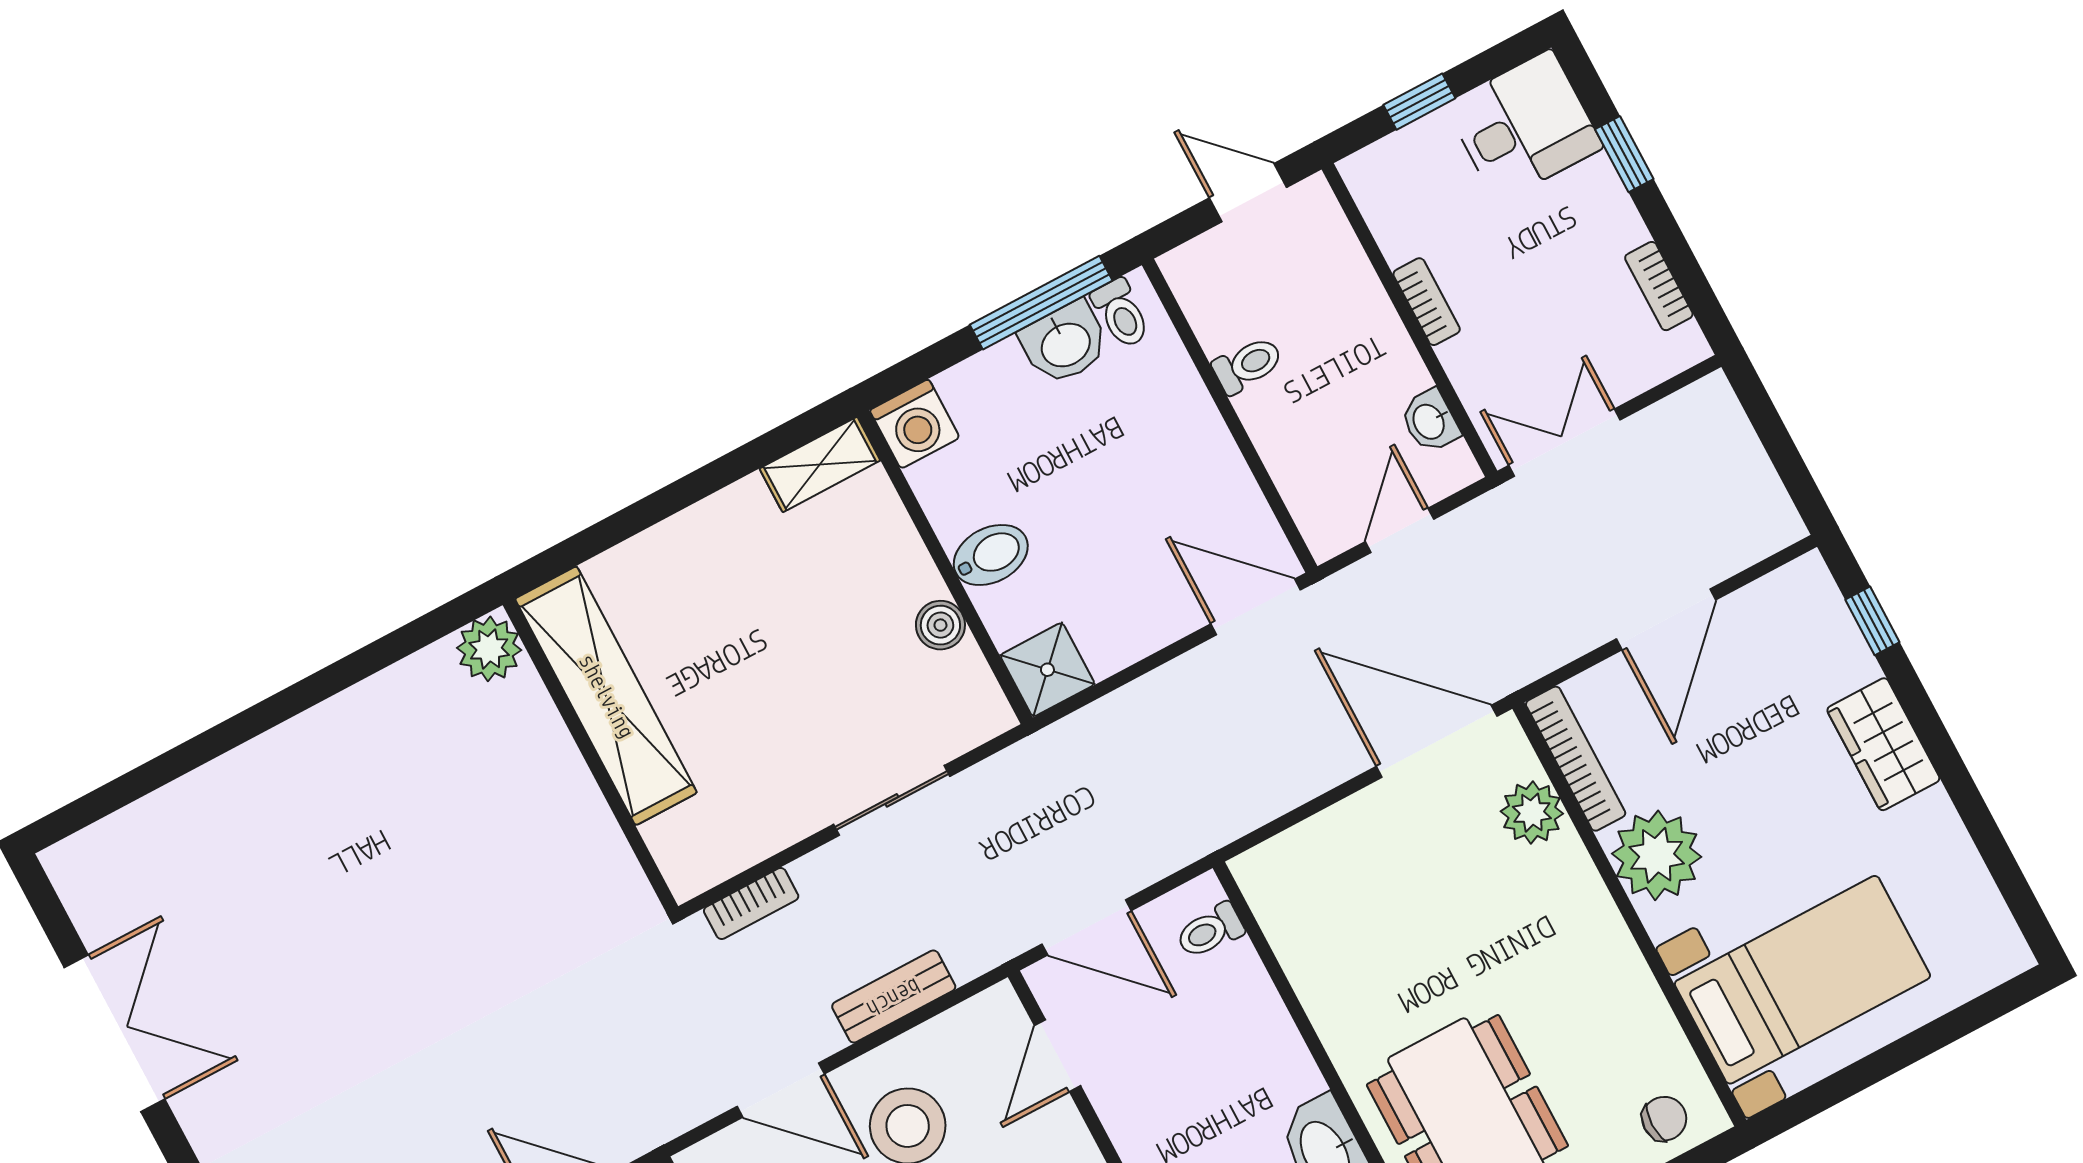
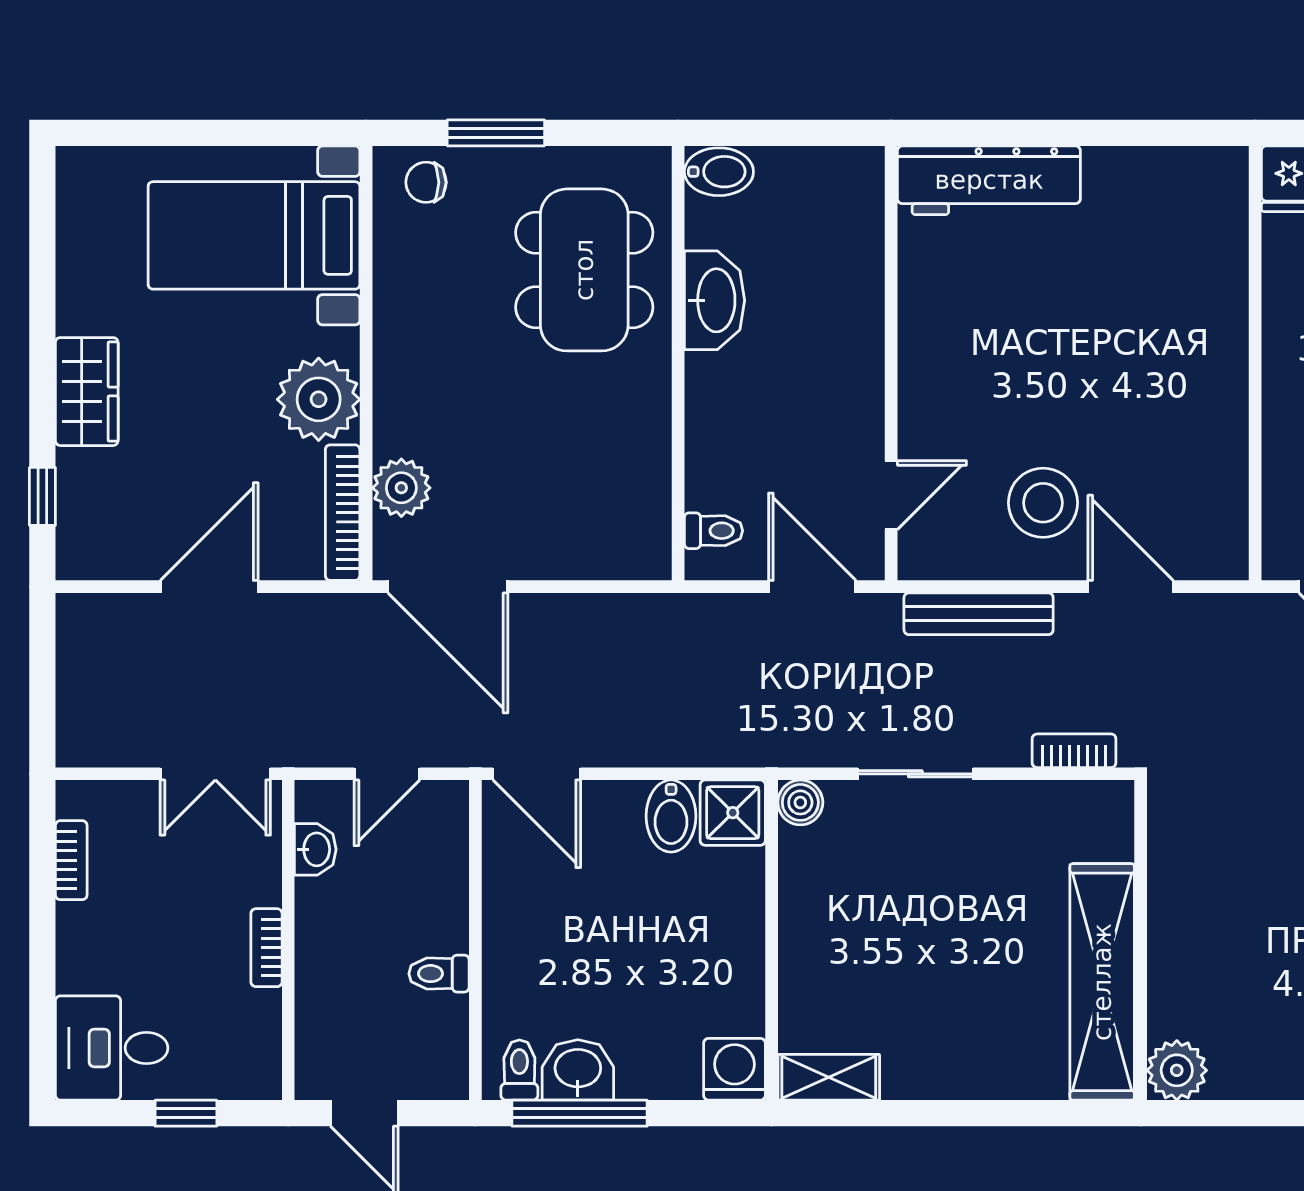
window: (1624, 154) -> (42, 982), removed
bidet: (991, 555) -> (671, 816), moved, turned -90
boiler: (940, 625) -> (800, 802), moved
bench: (894, 997) -> (979, 614), width x1.36

